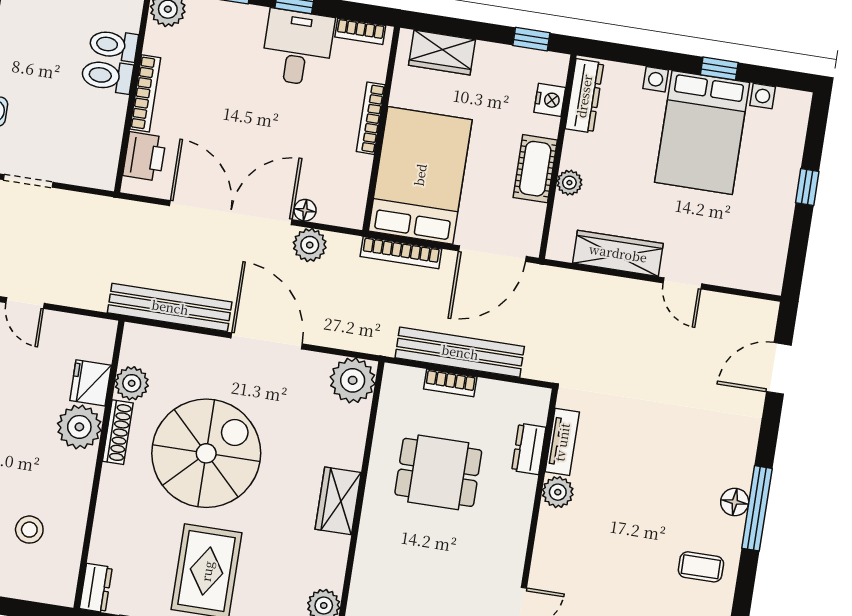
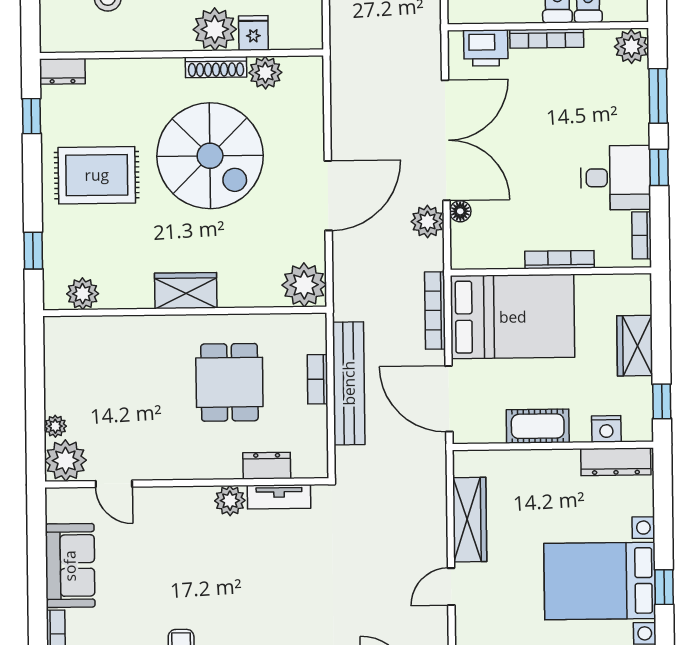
wardrobe: (442, 52) -> (635, 346), moved
plant: (569, 183) -> (530, 461), removed
bench: (170, 307) -> (345, 97), removed
fridge: (91, 383) -> (253, 33), width x0.72

